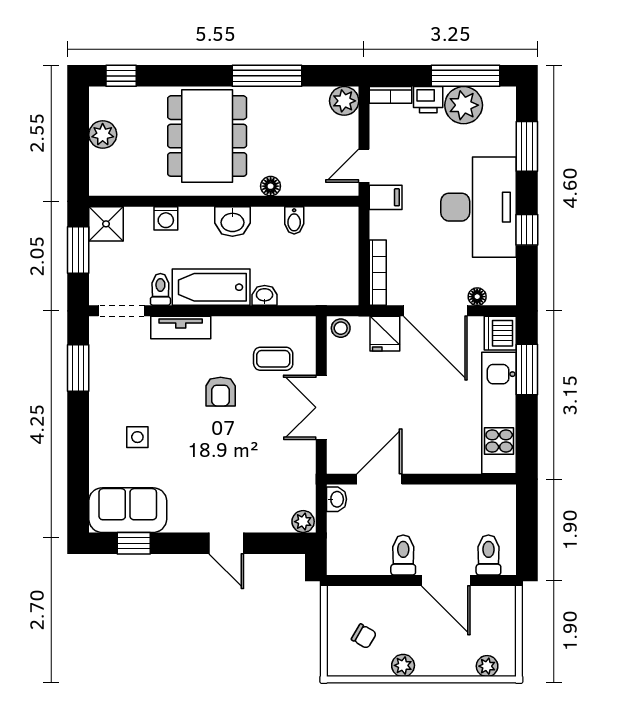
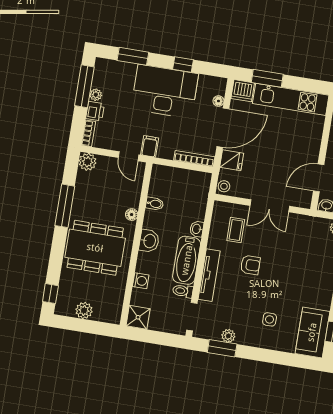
plant: (464, 105) -> (96, 95), width x0.53, depth x0.53
window: (78, 250) -> (151, 337), removed
tv unit: (181, 328) -> (209, 275), width x1.41
plant: (100, 375) -> (228, 336), added
door: (379, 479) -> (319, 178), hinge flipped

